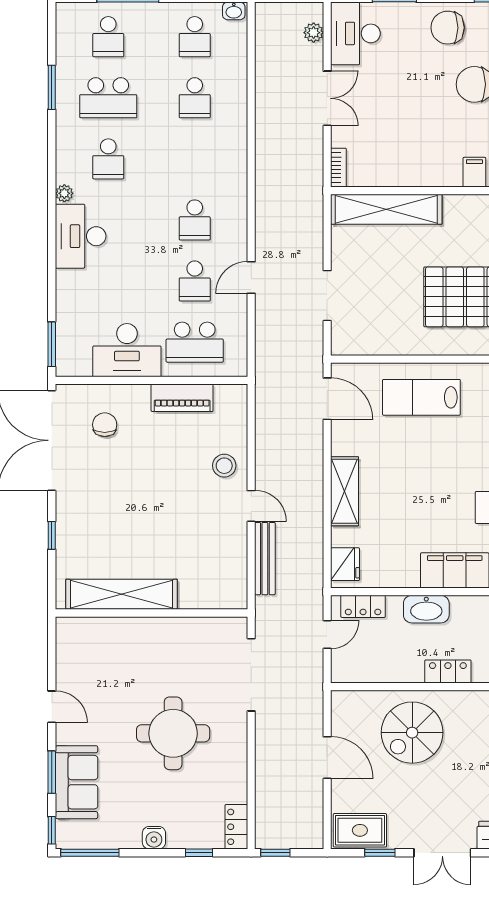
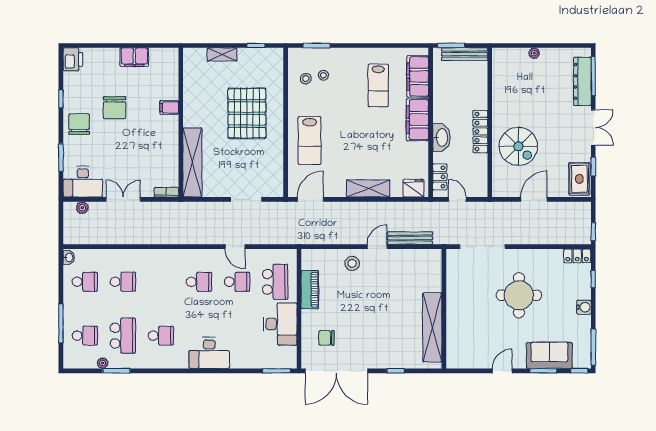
chair: (448, 28) -> (79, 124), turned 180
plant: (64, 193) -> (103, 363), moved
locker: (448, 671) -> (480, 132), width x1.53

